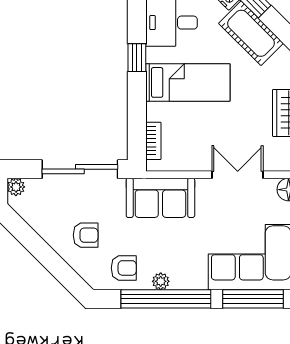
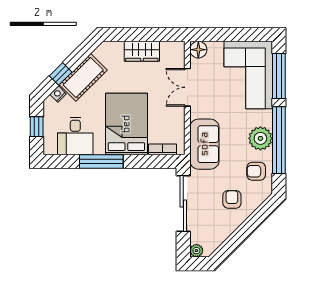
window: (137, 58) -> (101, 161), width x2.17
bed: (188, 82) -> (126, 124), width x1.50
armchair: (124, 268) -> (256, 171), turned -90
plant: (161, 281) -> (260, 138), width x1.87, depth x1.87

